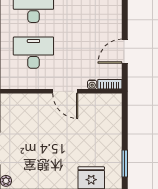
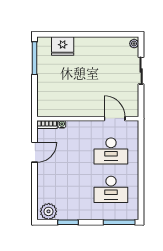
door: (65, 91) -> (115, 119), moved
window: (125, 163) -> (35, 58), width x1.44

